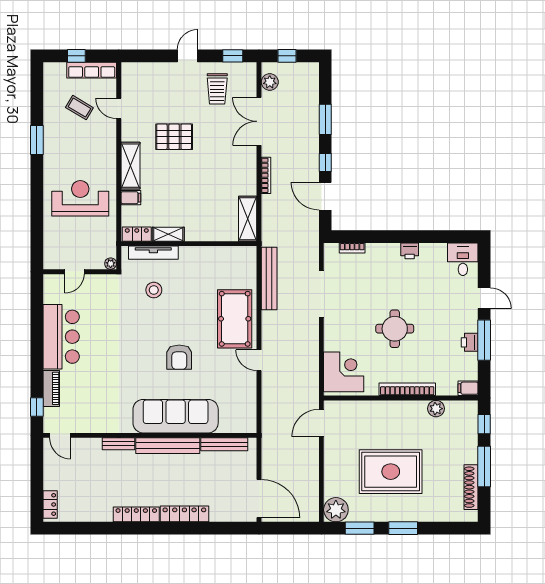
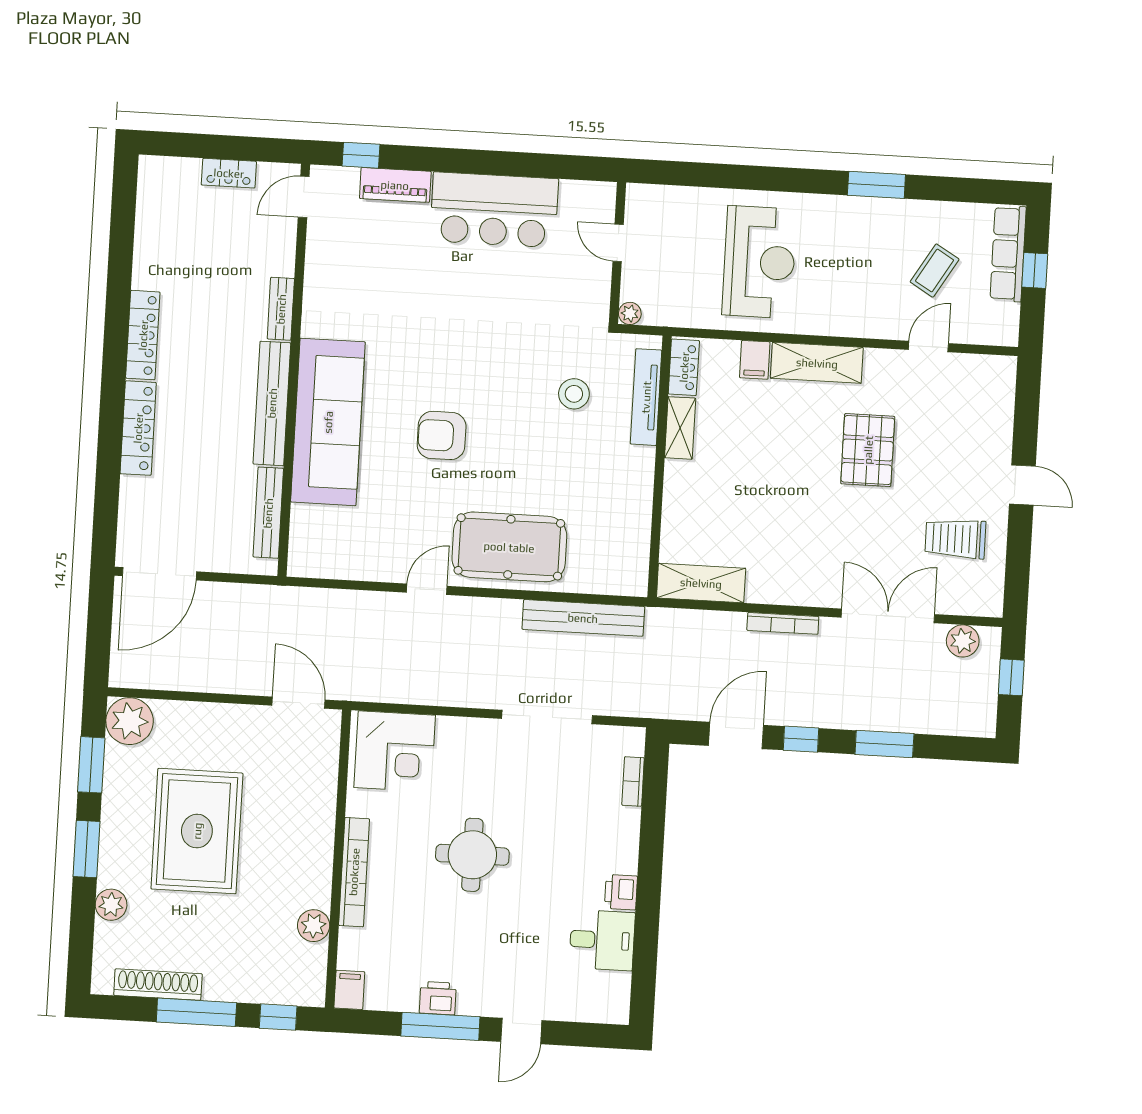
window: (233, 56) -> (1017, 572), removed
row of seats: (92, 70) -> (1008, 254), moved
desk: (463, 259) -> (602, 940), moved
locker: (50, 504) -> (229, 173), moved
plant: (431, 514) -> (111, 905), added

